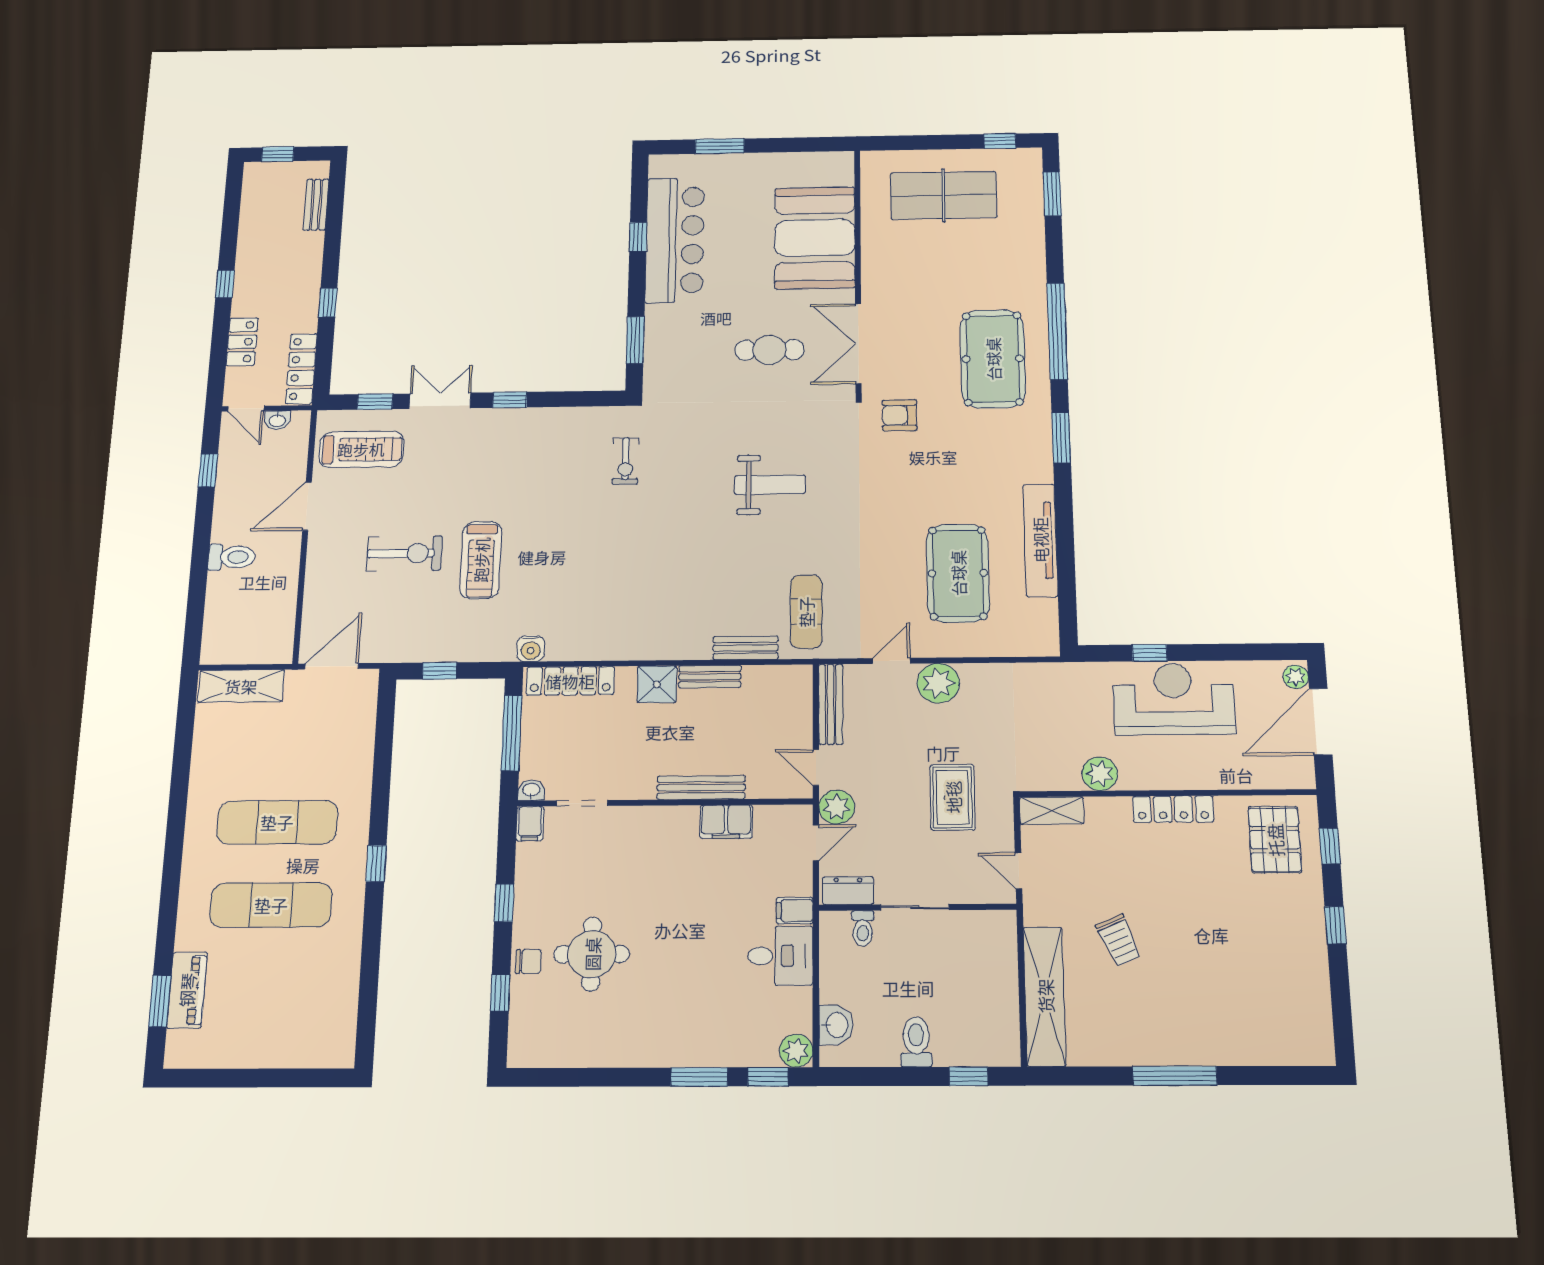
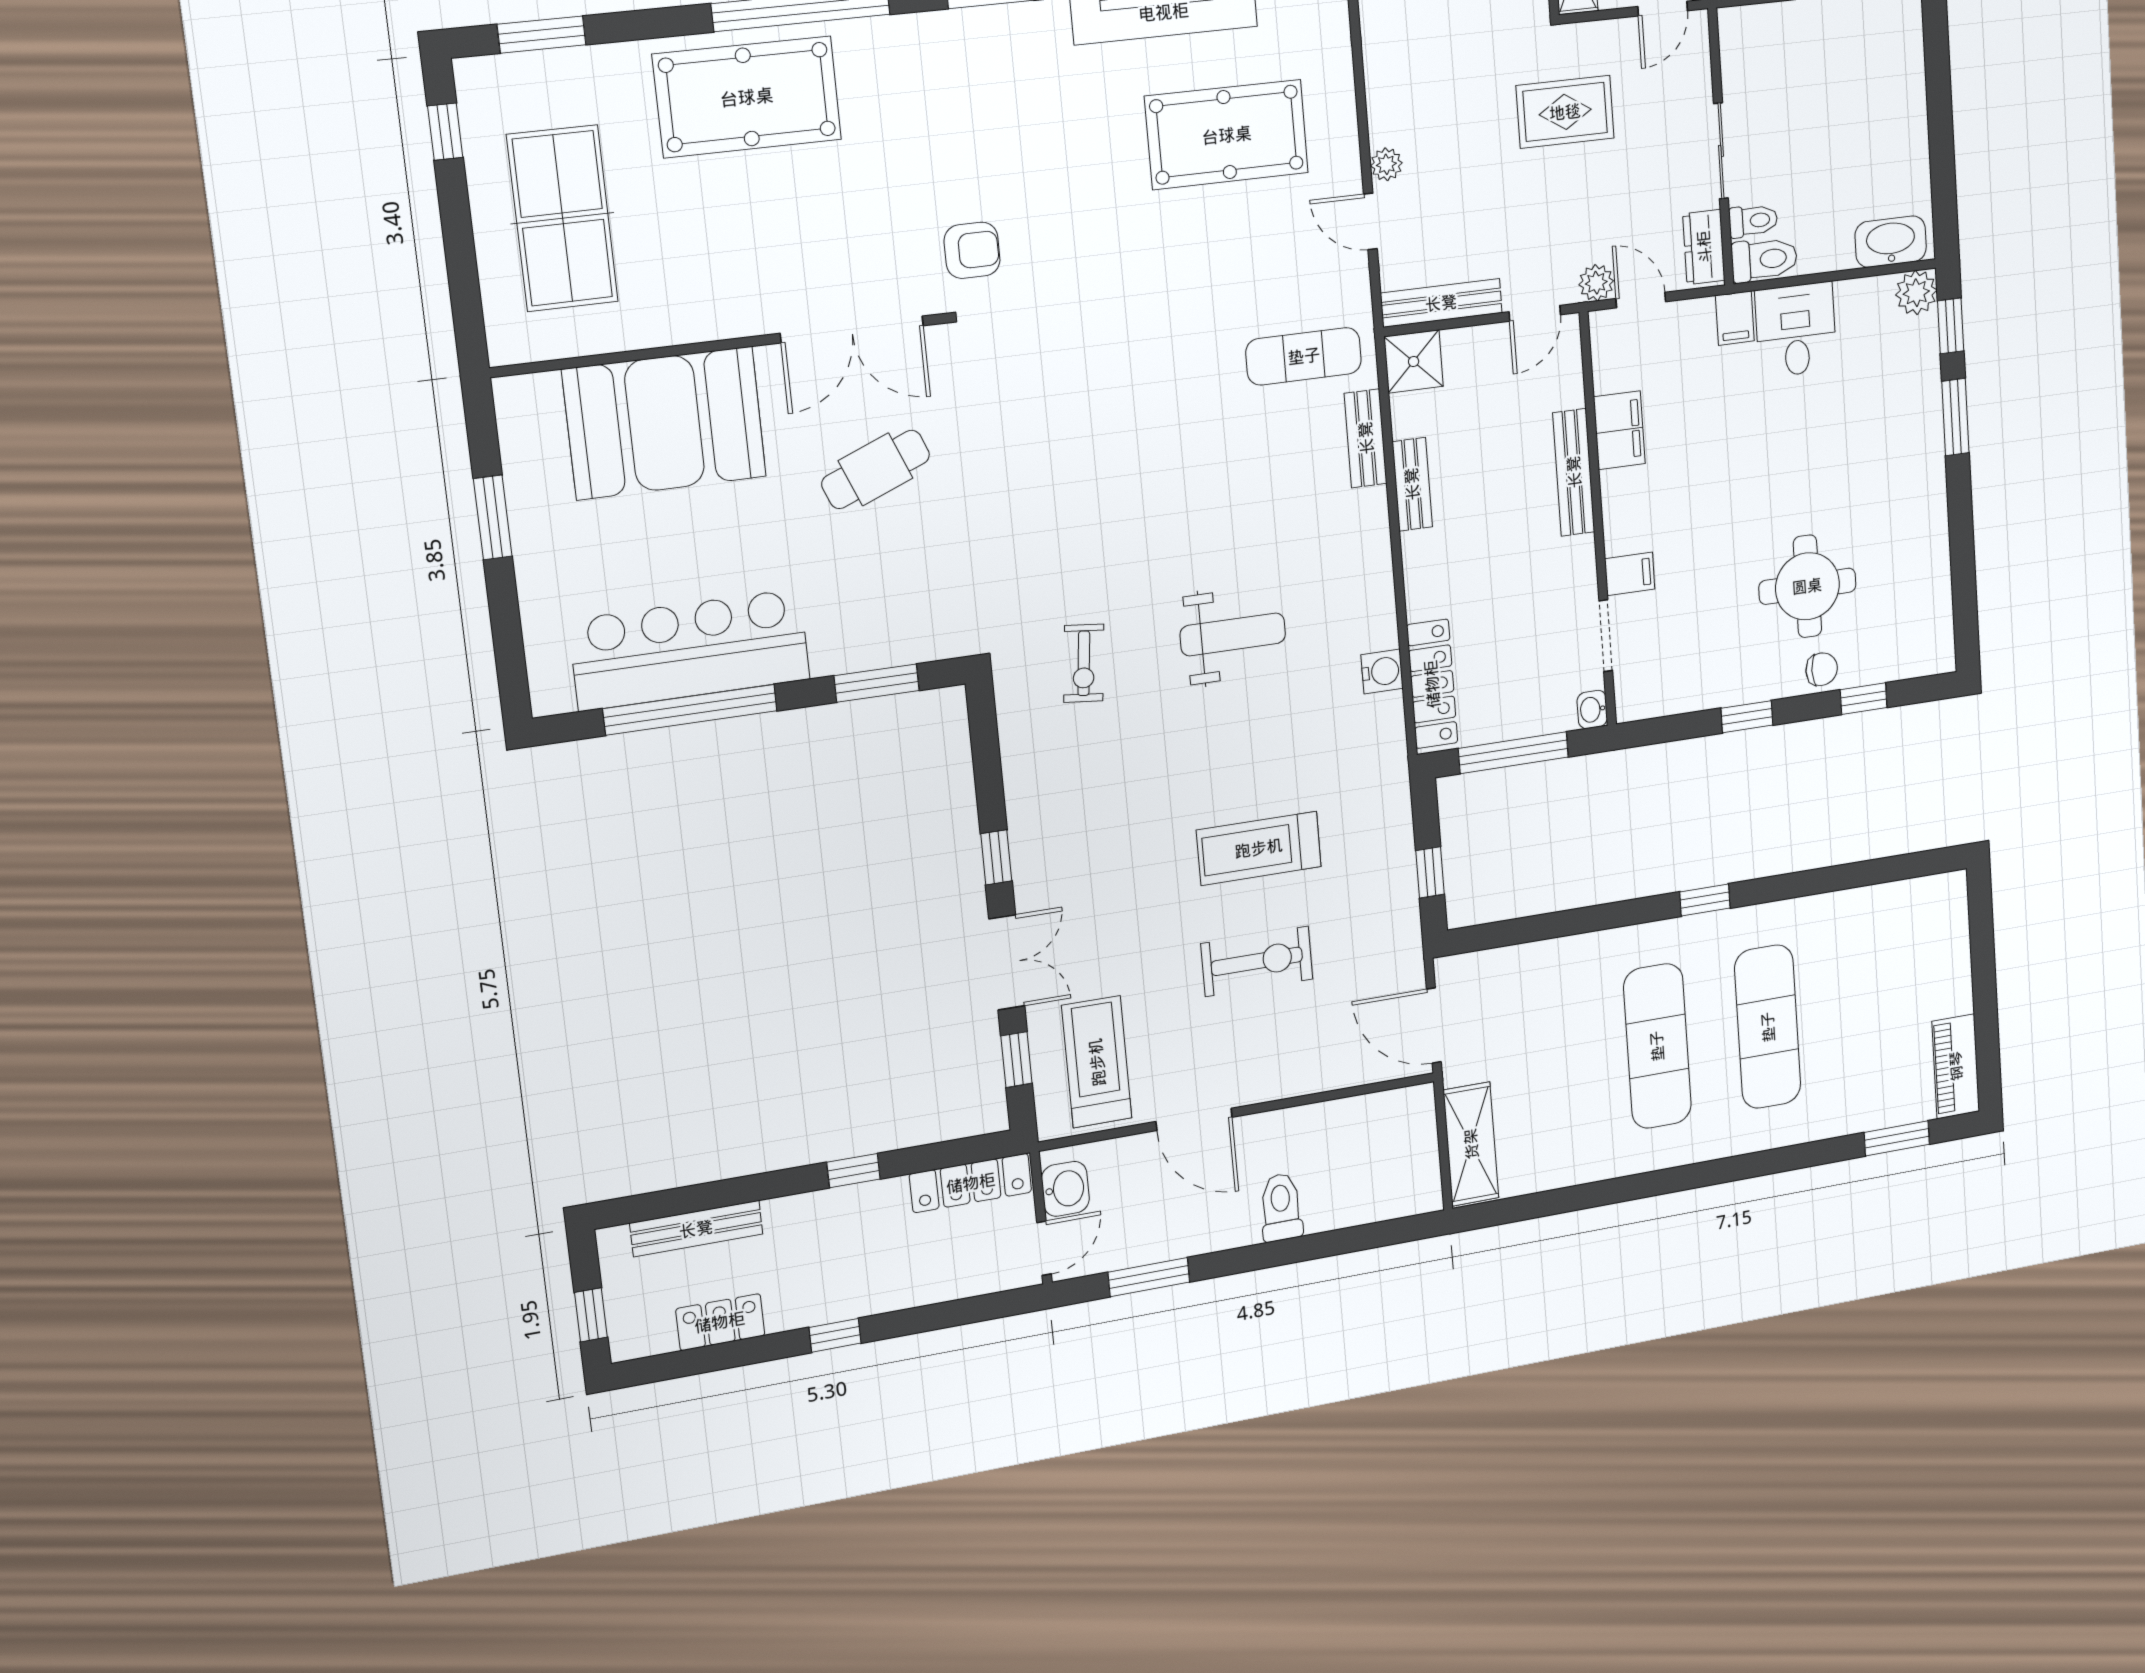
window: (720, 146) -> (493, 517), moved
bench: (316, 205) -> (696, 1229), width x1.36
window: (638, 237) -> (690, 710), width x3.17
locker: (242, 342) -> (720, 1322), moved
cafe table: (769, 350) -> (876, 469), turned 68
pool table: (993, 359) -> (747, 97), moved
double door: (440, 401) -> (1007, 962), swing flipped
armchair: (900, 415) -> (972, 250), turned -90
washbasin: (277, 420) -> (1065, 1189), width x1.38, depth x1.45
exercise bike: (626, 461) -> (1084, 663), turned 96
window: (208, 471) -> (1149, 1277), width x1.50
weight bench: (770, 485) -> (1233, 634), moved, turned 90
exercise bike: (404, 553) -> (1257, 961), turned 90
treadmill: (481, 560) -> (1259, 848), turned 180
water cooler: (531, 649) -> (1382, 672), moved
plant: (938, 683) -> (1386, 164), width x0.53, depth x0.53
shower: (657, 684) -> (1414, 361), moved
plant: (837, 807) -> (1596, 283), width x0.73, depth x0.73
filing cabinet: (530, 824) -> (1630, 574), moved
chair: (528, 961) -> (1822, 669), turned 90
piano: (187, 990) -> (1956, 1066), moved, turned -90
washbasin: (836, 1025) -> (1891, 242), width x1.38
toilet: (916, 1042) -> (1764, 259), moved, turned 180
window: (969, 1076) -> (1937, 56), removed

